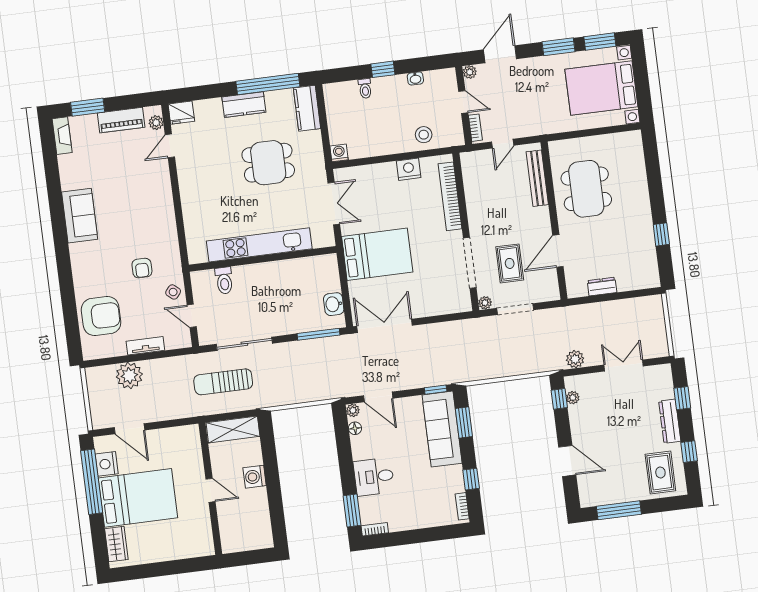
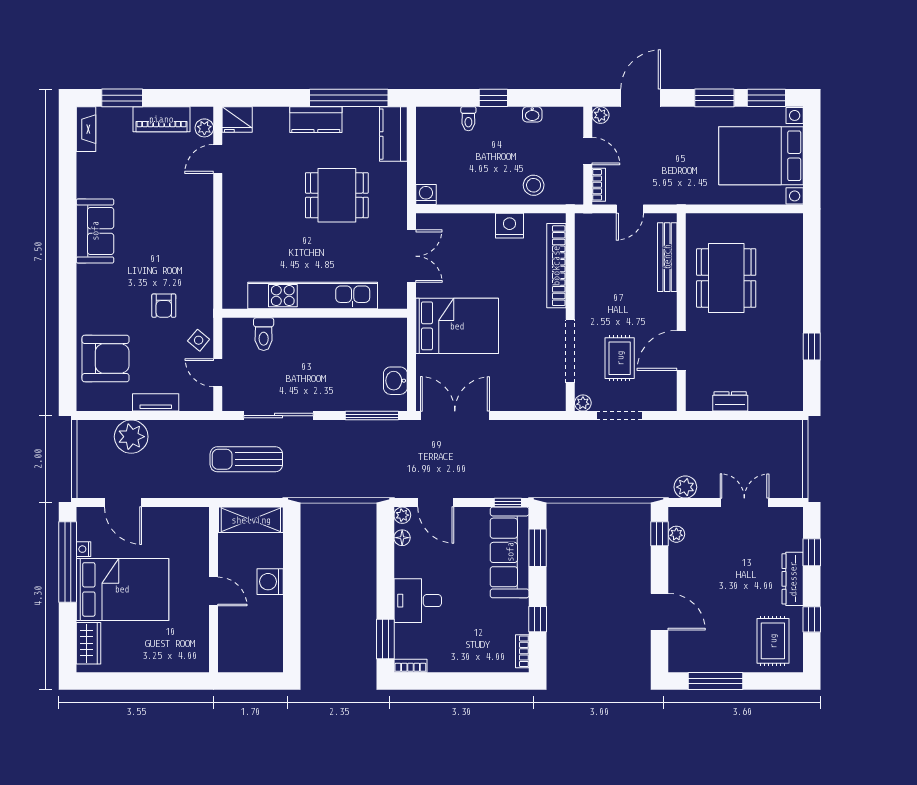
nightstand: (107, 464) -> (83, 549), width x0.53, depth x0.56

